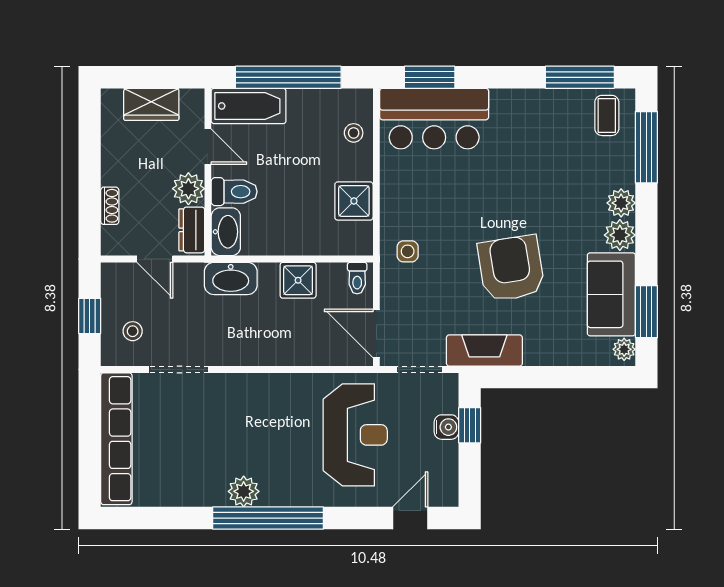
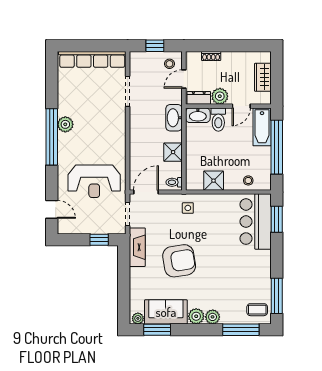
stool: (133, 331) -> (169, 64), moved
water cooler: (446, 427) -> (98, 228), removed

